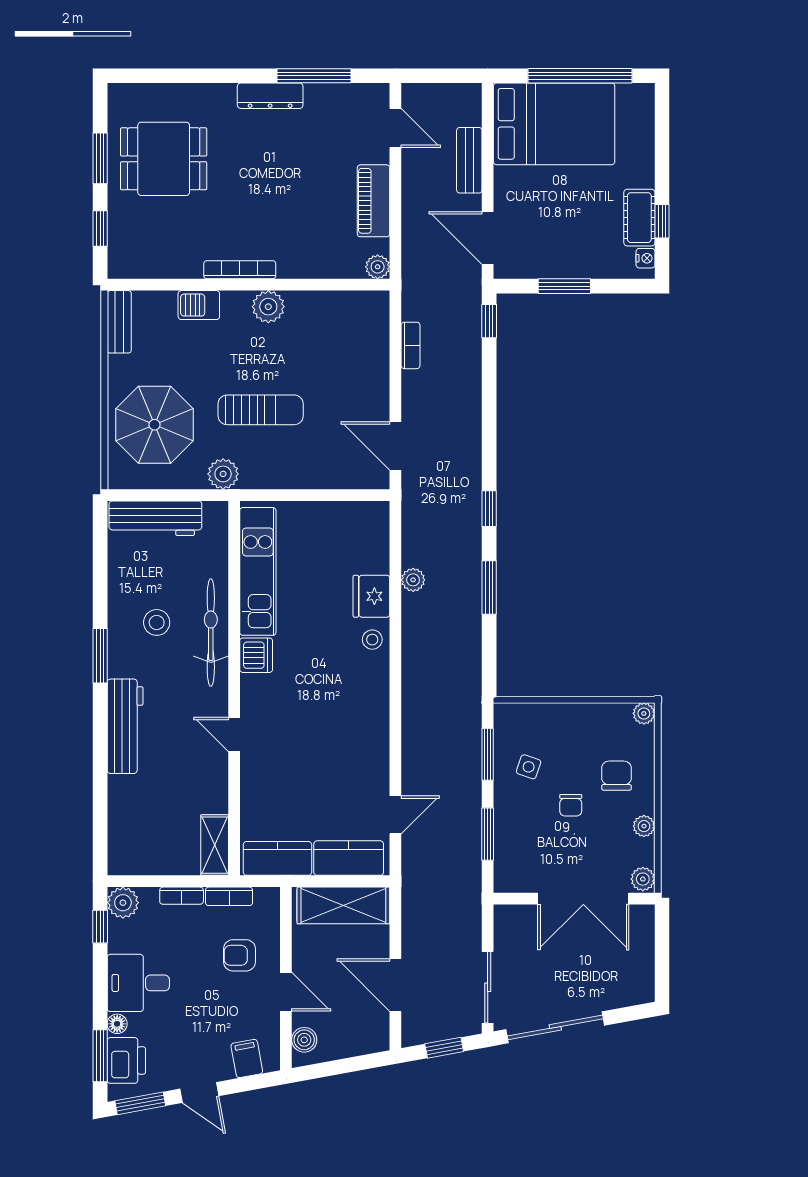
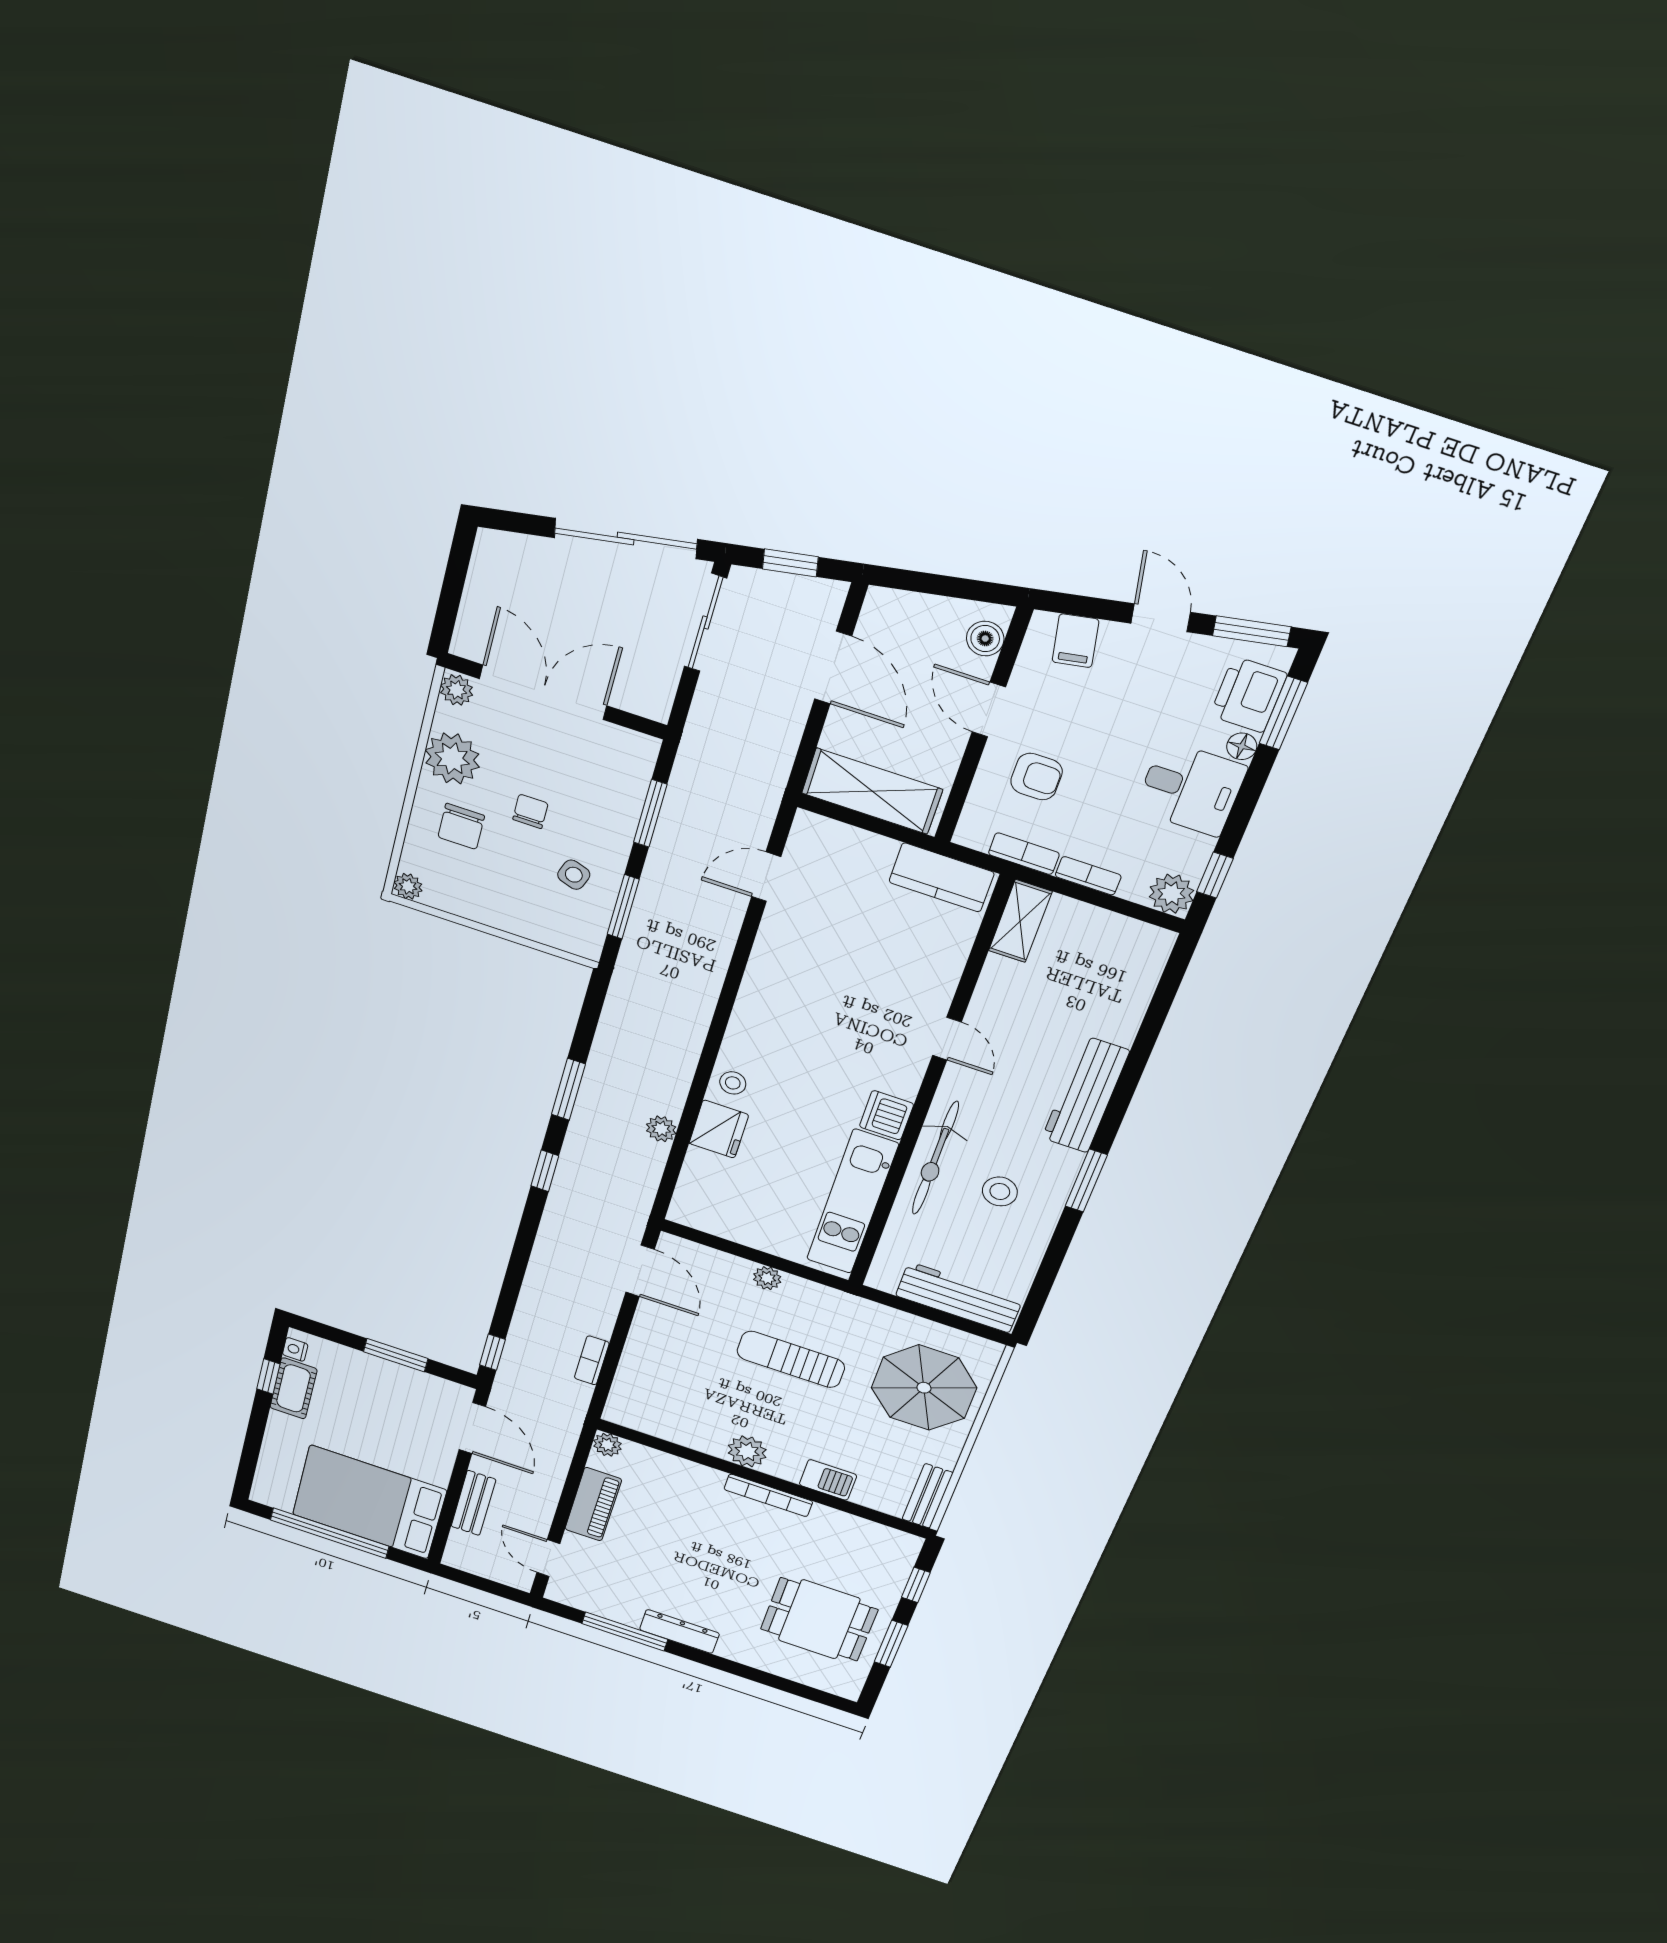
plant: (223, 474) -> (767, 1278), moved, width x0.73, depth x0.73
plant: (644, 826) -> (452, 758), width x1.87, depth x1.87
kitchen counter: (349, 858) -> (846, 846), removed

